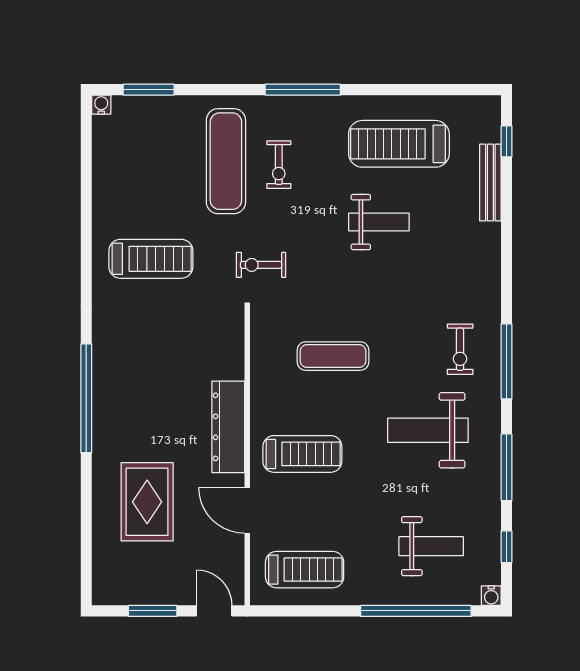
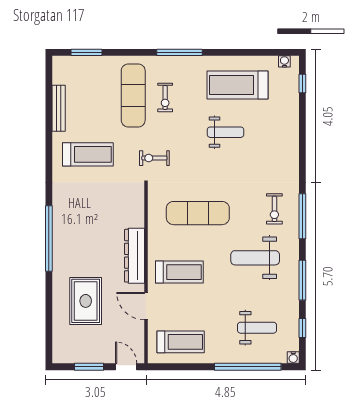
water cooler: (101, 105) -> (284, 61), moved
bench: (490, 183) -> (59, 108), moved
exercise mat: (333, 356) -> (198, 213), width x1.36, depth x1.45

